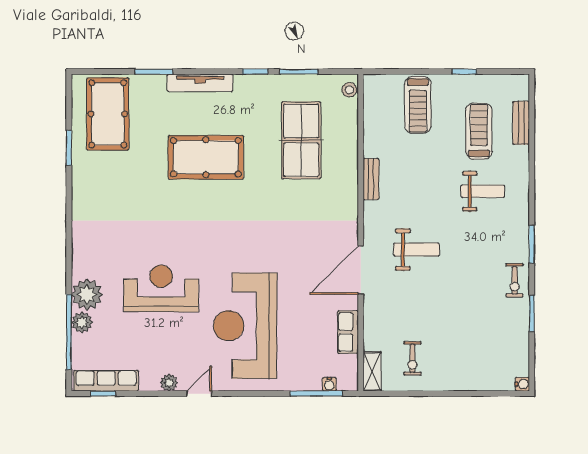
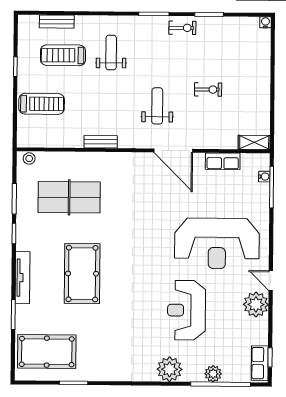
plant: (87, 295) -> (169, 369), moved
exercise bike: (412, 358) -> (208, 90), moved
row of seats: (106, 381) -> (260, 363), width x0.68
plant: (169, 383) -> (256, 304), width x1.88, depth x1.88

